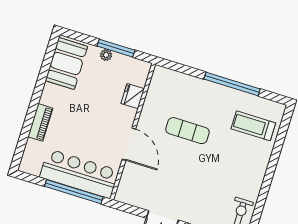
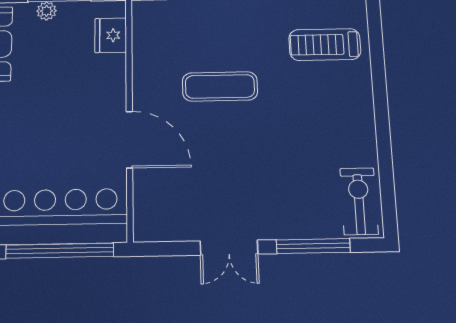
fridge: (133, 96) -> (111, 35), moved

